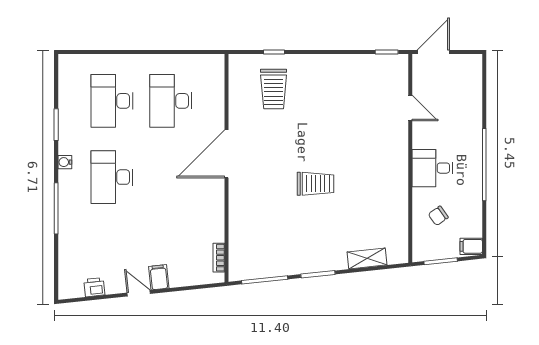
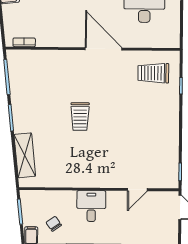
trolley: (274, 89) -> (153, 73), moved
chair: (438, 216) -> (54, 224), moved
shelving: (367, 258) -> (25, 155), width x1.50, depth x1.33

